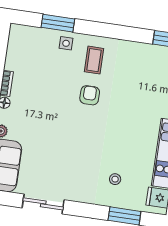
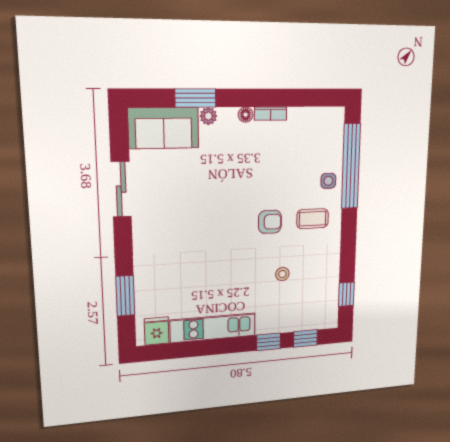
window: (58, 23) -> (351, 166), width x2.11
stool: (115, 179) -> (282, 274), moved

